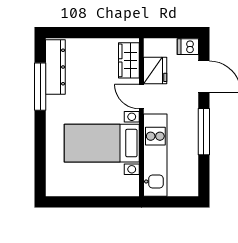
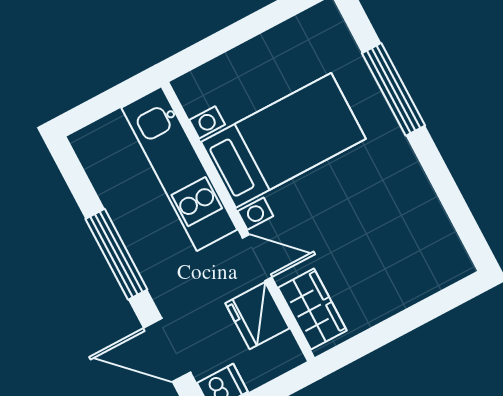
dresser: (55, 67) -> (434, 230), removed
window: (40, 87) -> (394, 89), moved

